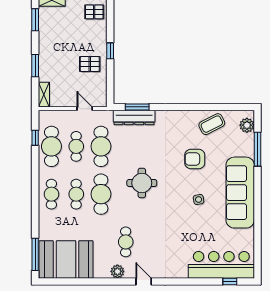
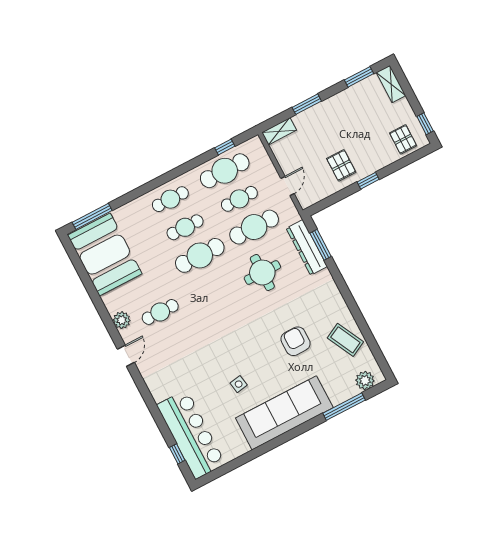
round table: (142, 183) -> (262, 272), moved
side table: (199, 200) -> (239, 384), moved

